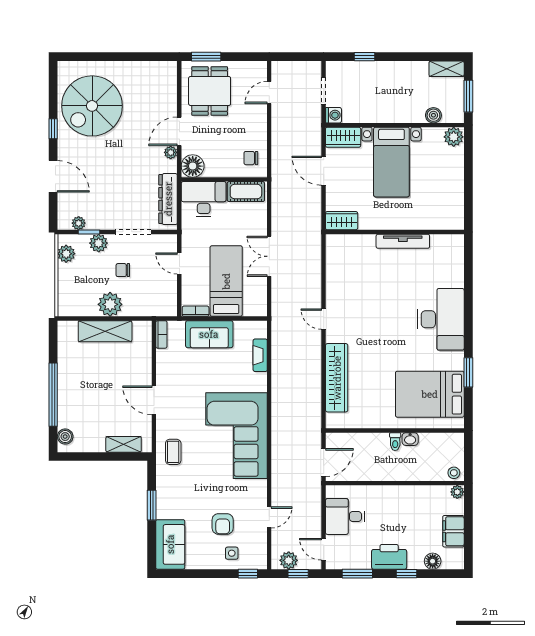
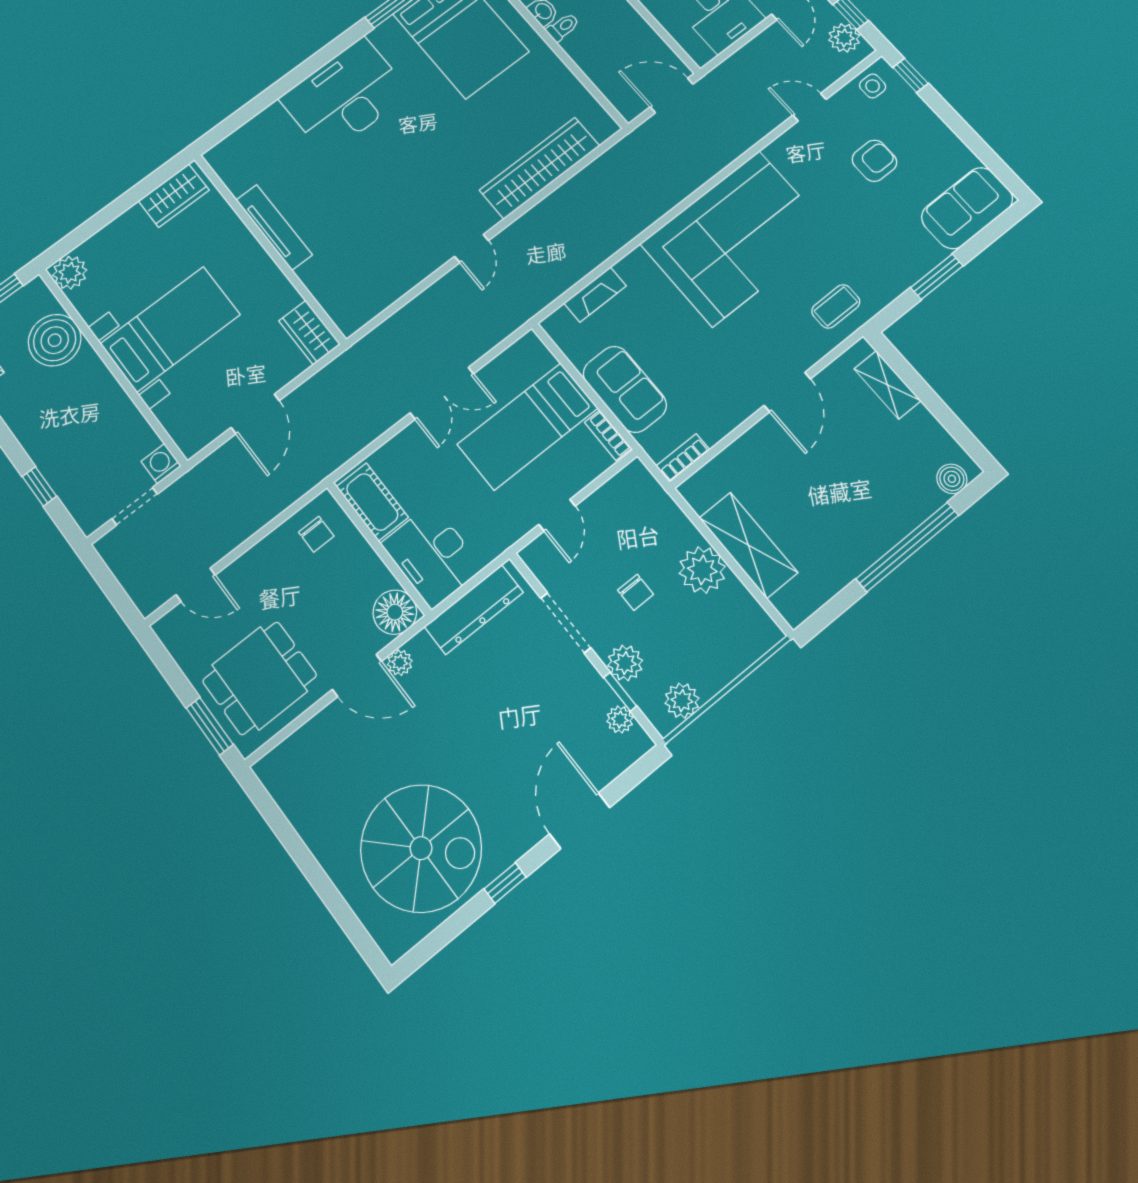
boiler: (433, 115) -> (55, 340), width x1.86, depth x1.86
wardrobe: (343, 137) -> (174, 196), moved, turned 90
side table: (232, 553) -> (873, 86), moved

